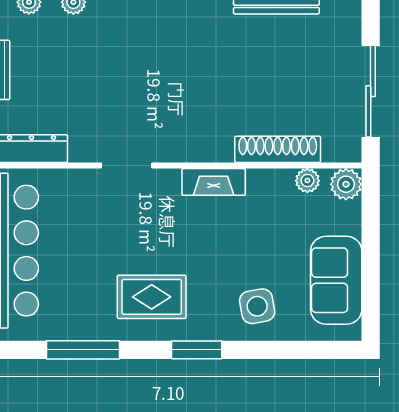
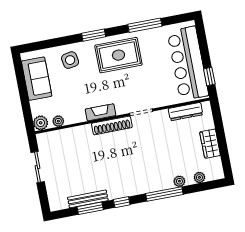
sliding door: (371, 91) -> (38, 167), width x0.73
shoe rack: (278, 149) -> (112, 125), moved
rug: (152, 297) -> (118, 55), width x1.36, depth x1.43

